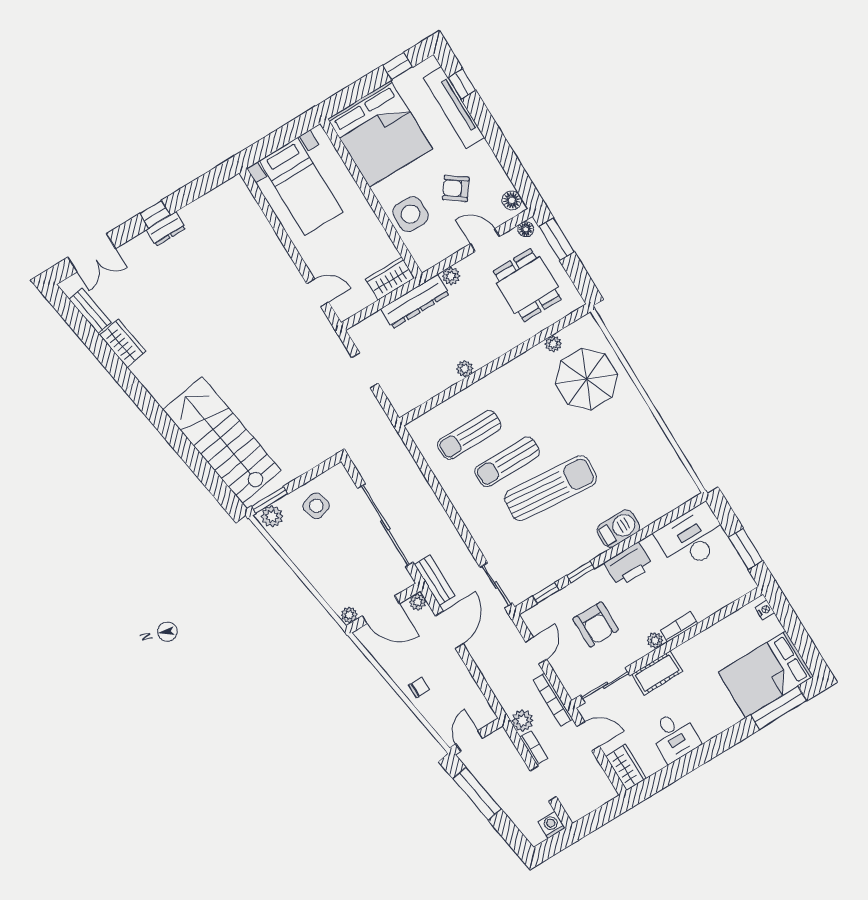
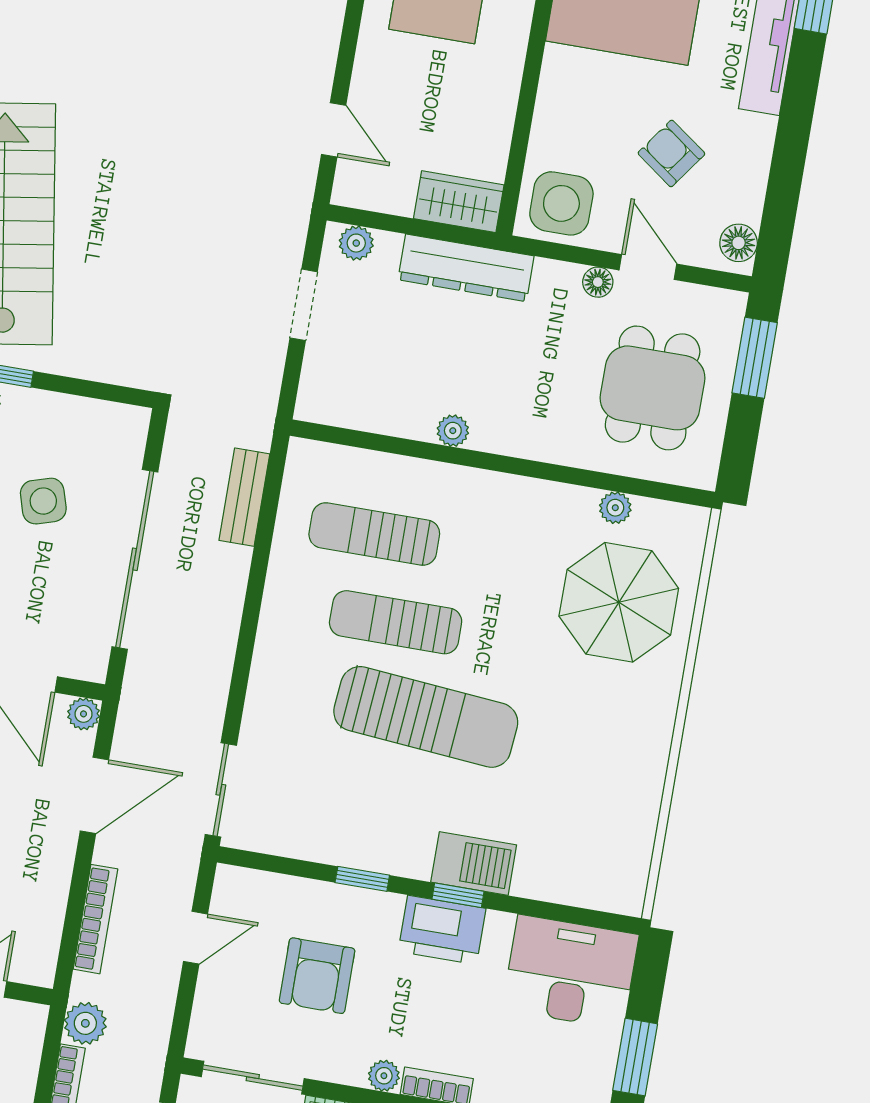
side table: (411, 214) -> (561, 203), moved
floor lamp: (526, 229) -> (598, 282), moved
plant: (451, 276) -> (356, 243), moved
side table: (316, 506) -> (43, 501), moved
bench: (435, 580) -> (244, 497), moved
window: (546, 593) -> (458, 895), moved
bookcase: (553, 700) -> (95, 919), moved, turned 180

